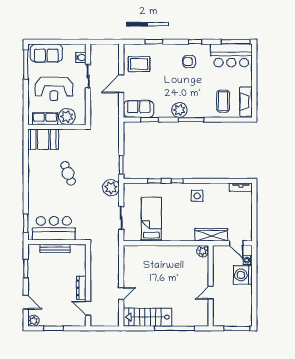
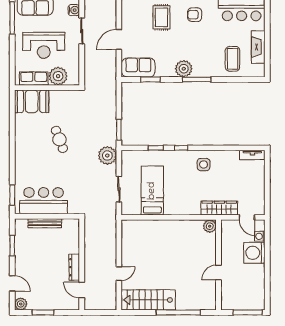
rug: (139, 64) -> (161, 17), moved, turned 90
fireplace: (246, 102) -> (258, 47), moved

